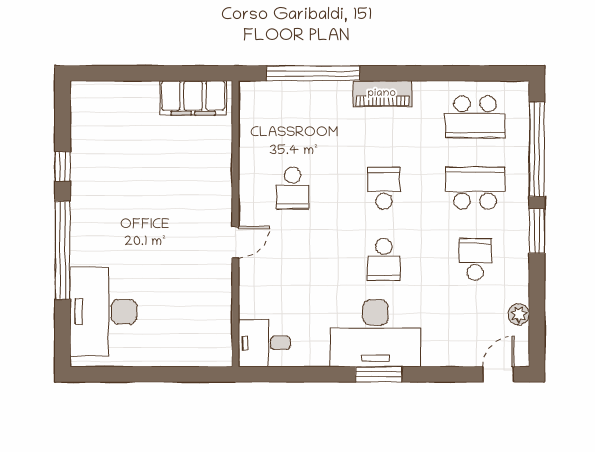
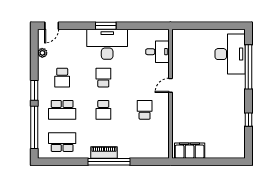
window: (313, 73) -> (109, 162), moved
window: (63, 250) -> (248, 67), moved
desk: (264, 343) -> (157, 52), moved

